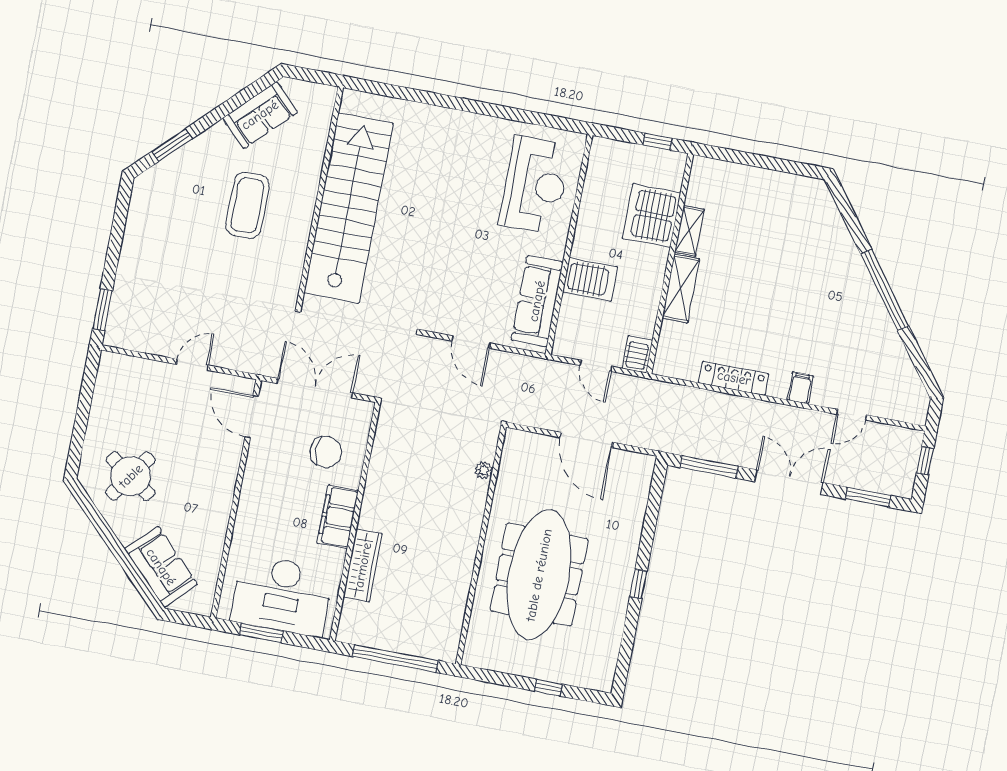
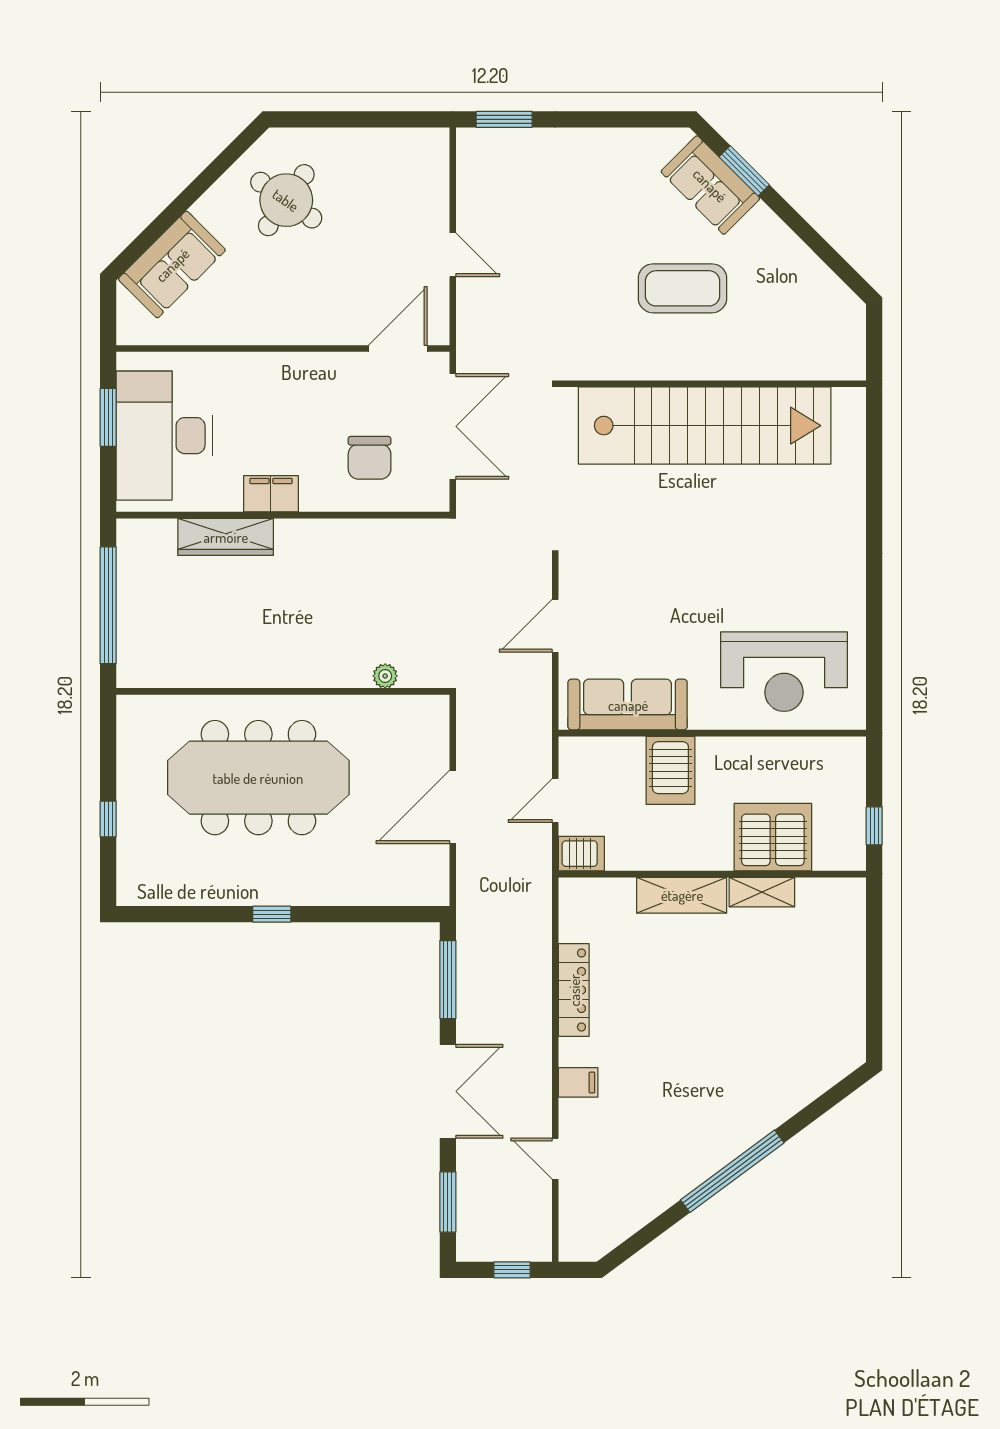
sofa: (260, 115) -> (710, 185), moved
filing cabinet: (338, 517) -> (271, 494), width x0.67, depth x0.86

